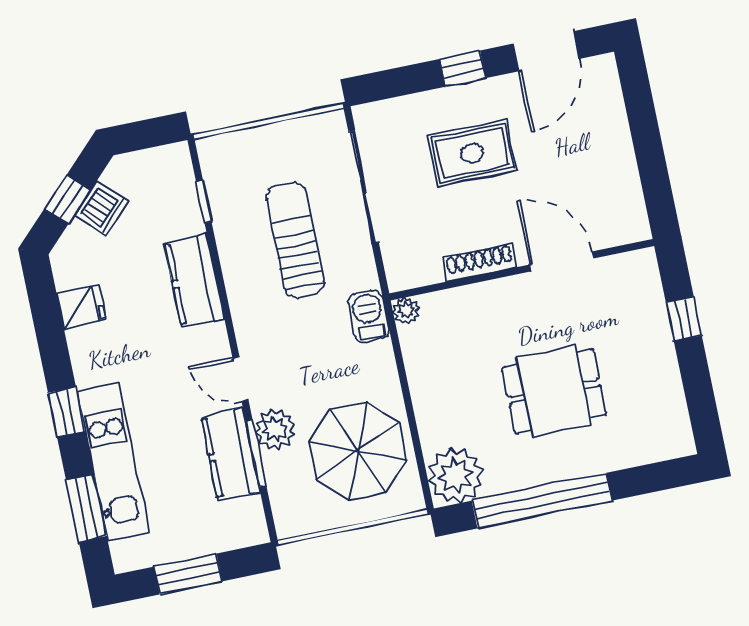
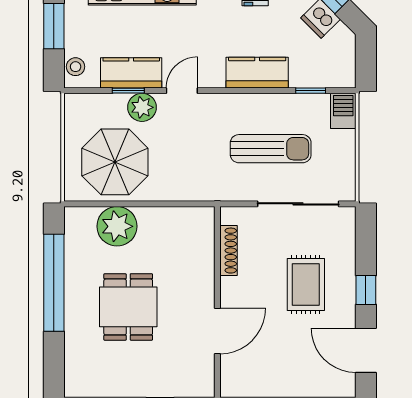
shoe rack: (479, 263) -> (228, 251), moved
plant: (406, 311) -> (205, 216), removed
barbecue: (369, 317) -> (343, 111), moved, turned -90
window: (256, 453) -> (128, 91), width x0.67
plant: (455, 475) -> (117, 226), moved
stool: (238, 532) -> (76, 67), added

